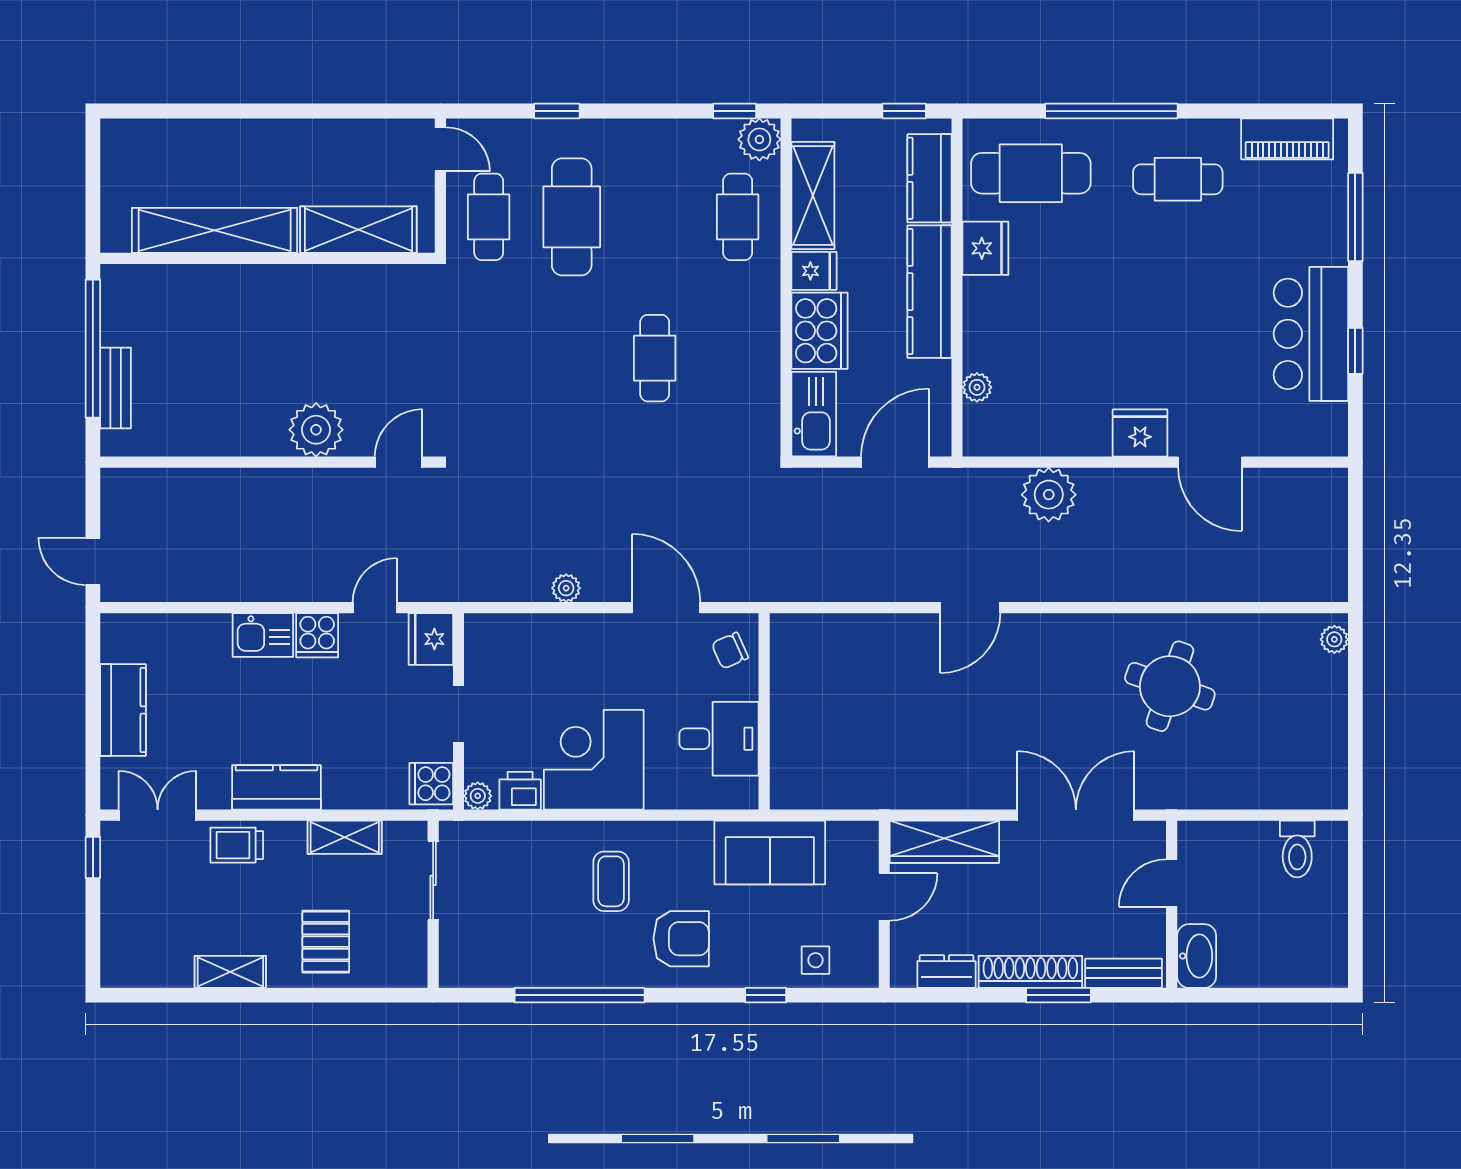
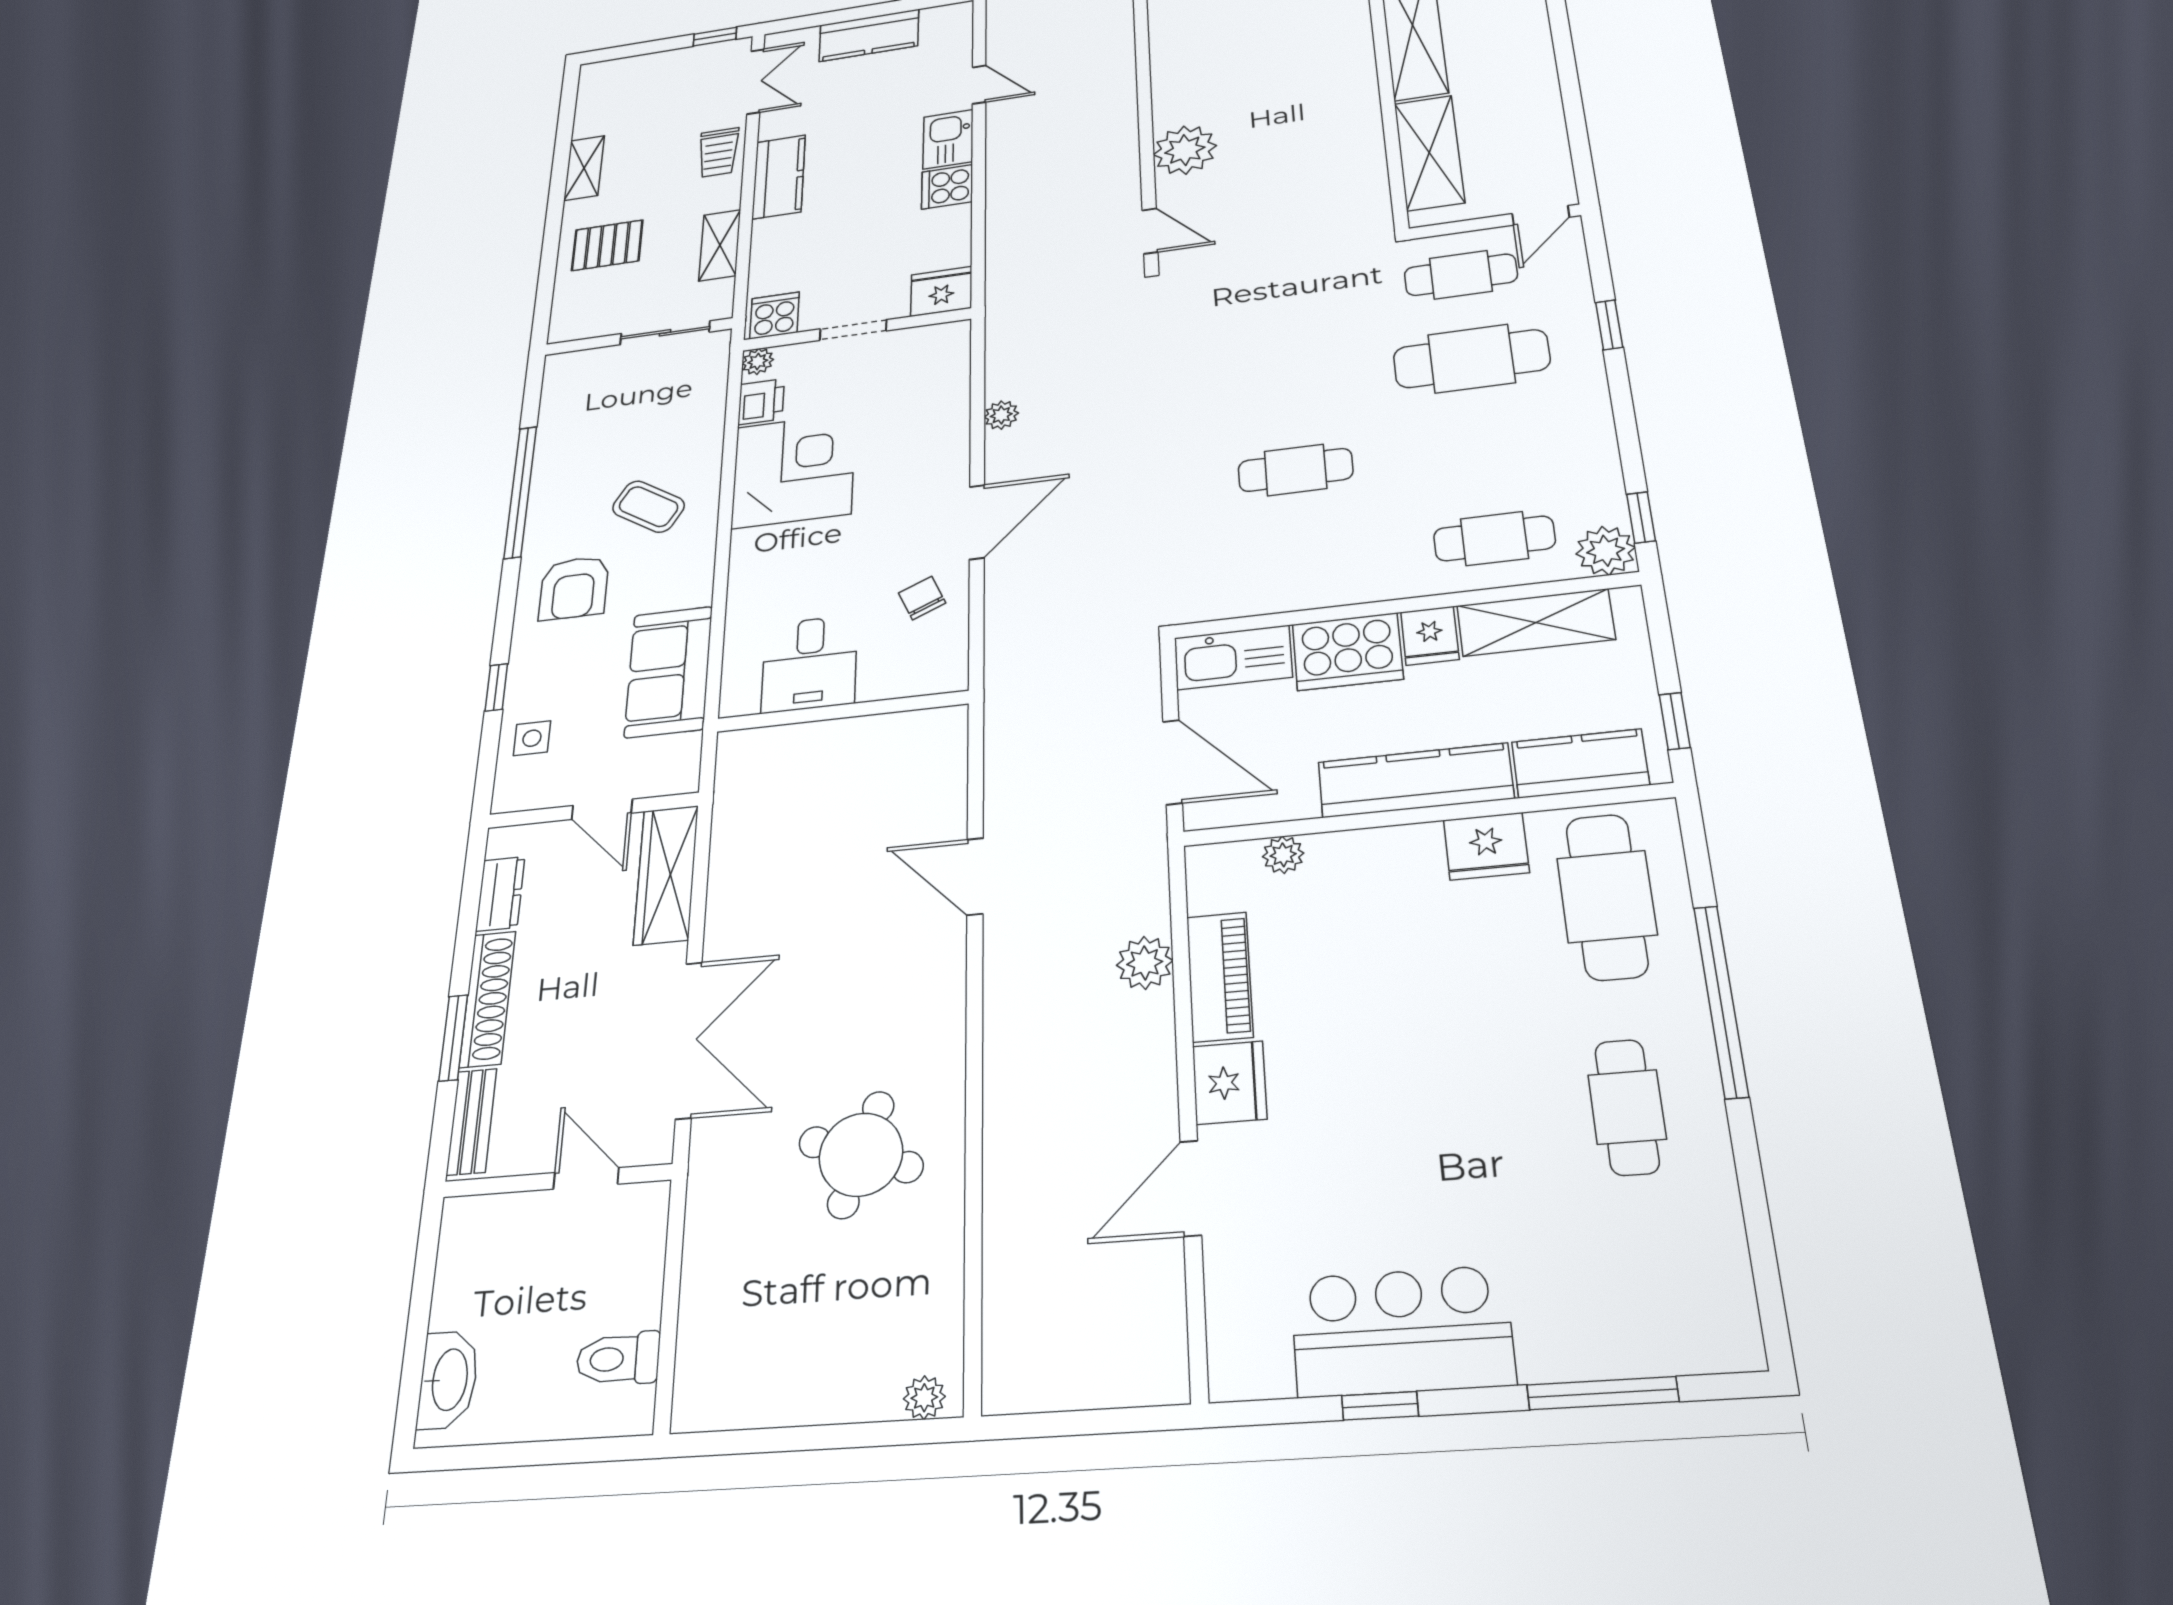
piano: (1287, 139) -> (1220, 977), moved, turned 180
plant: (1049, 495) -> (1145, 963), width x0.73, depth x0.73
door: (375, 608) -> (979, 85), moved
wall: (764, 711) -> (842, 711), moved
desk: (719, 739) -> (809, 664), moved
trolley: (237, 845) -> (718, 152), turned 180
coffee table: (611, 881) -> (648, 507), turned 32
washbasin: (1197, 956) -> (448, 1380), moved, turned -90

